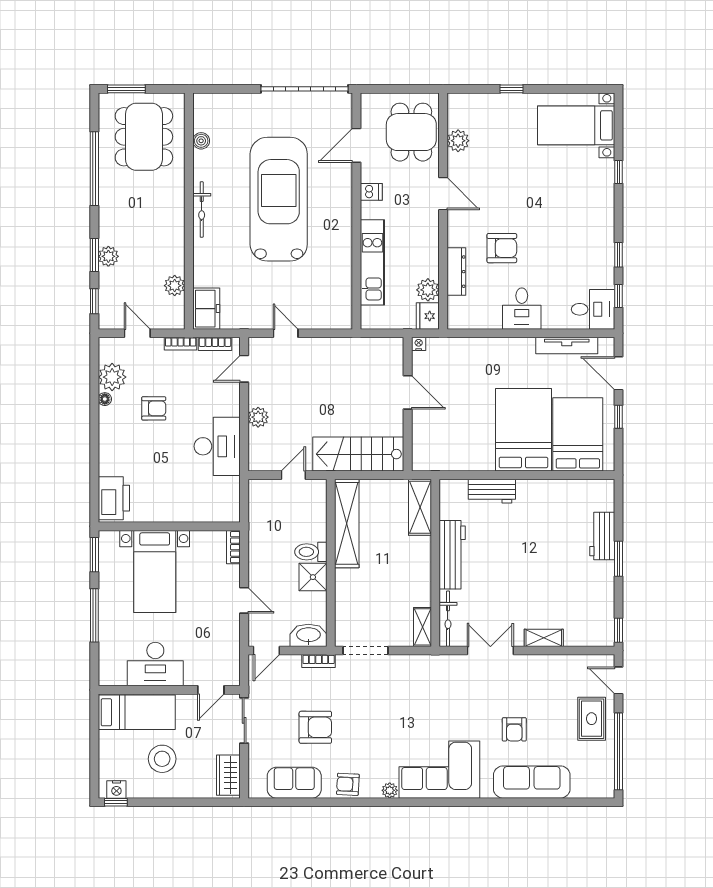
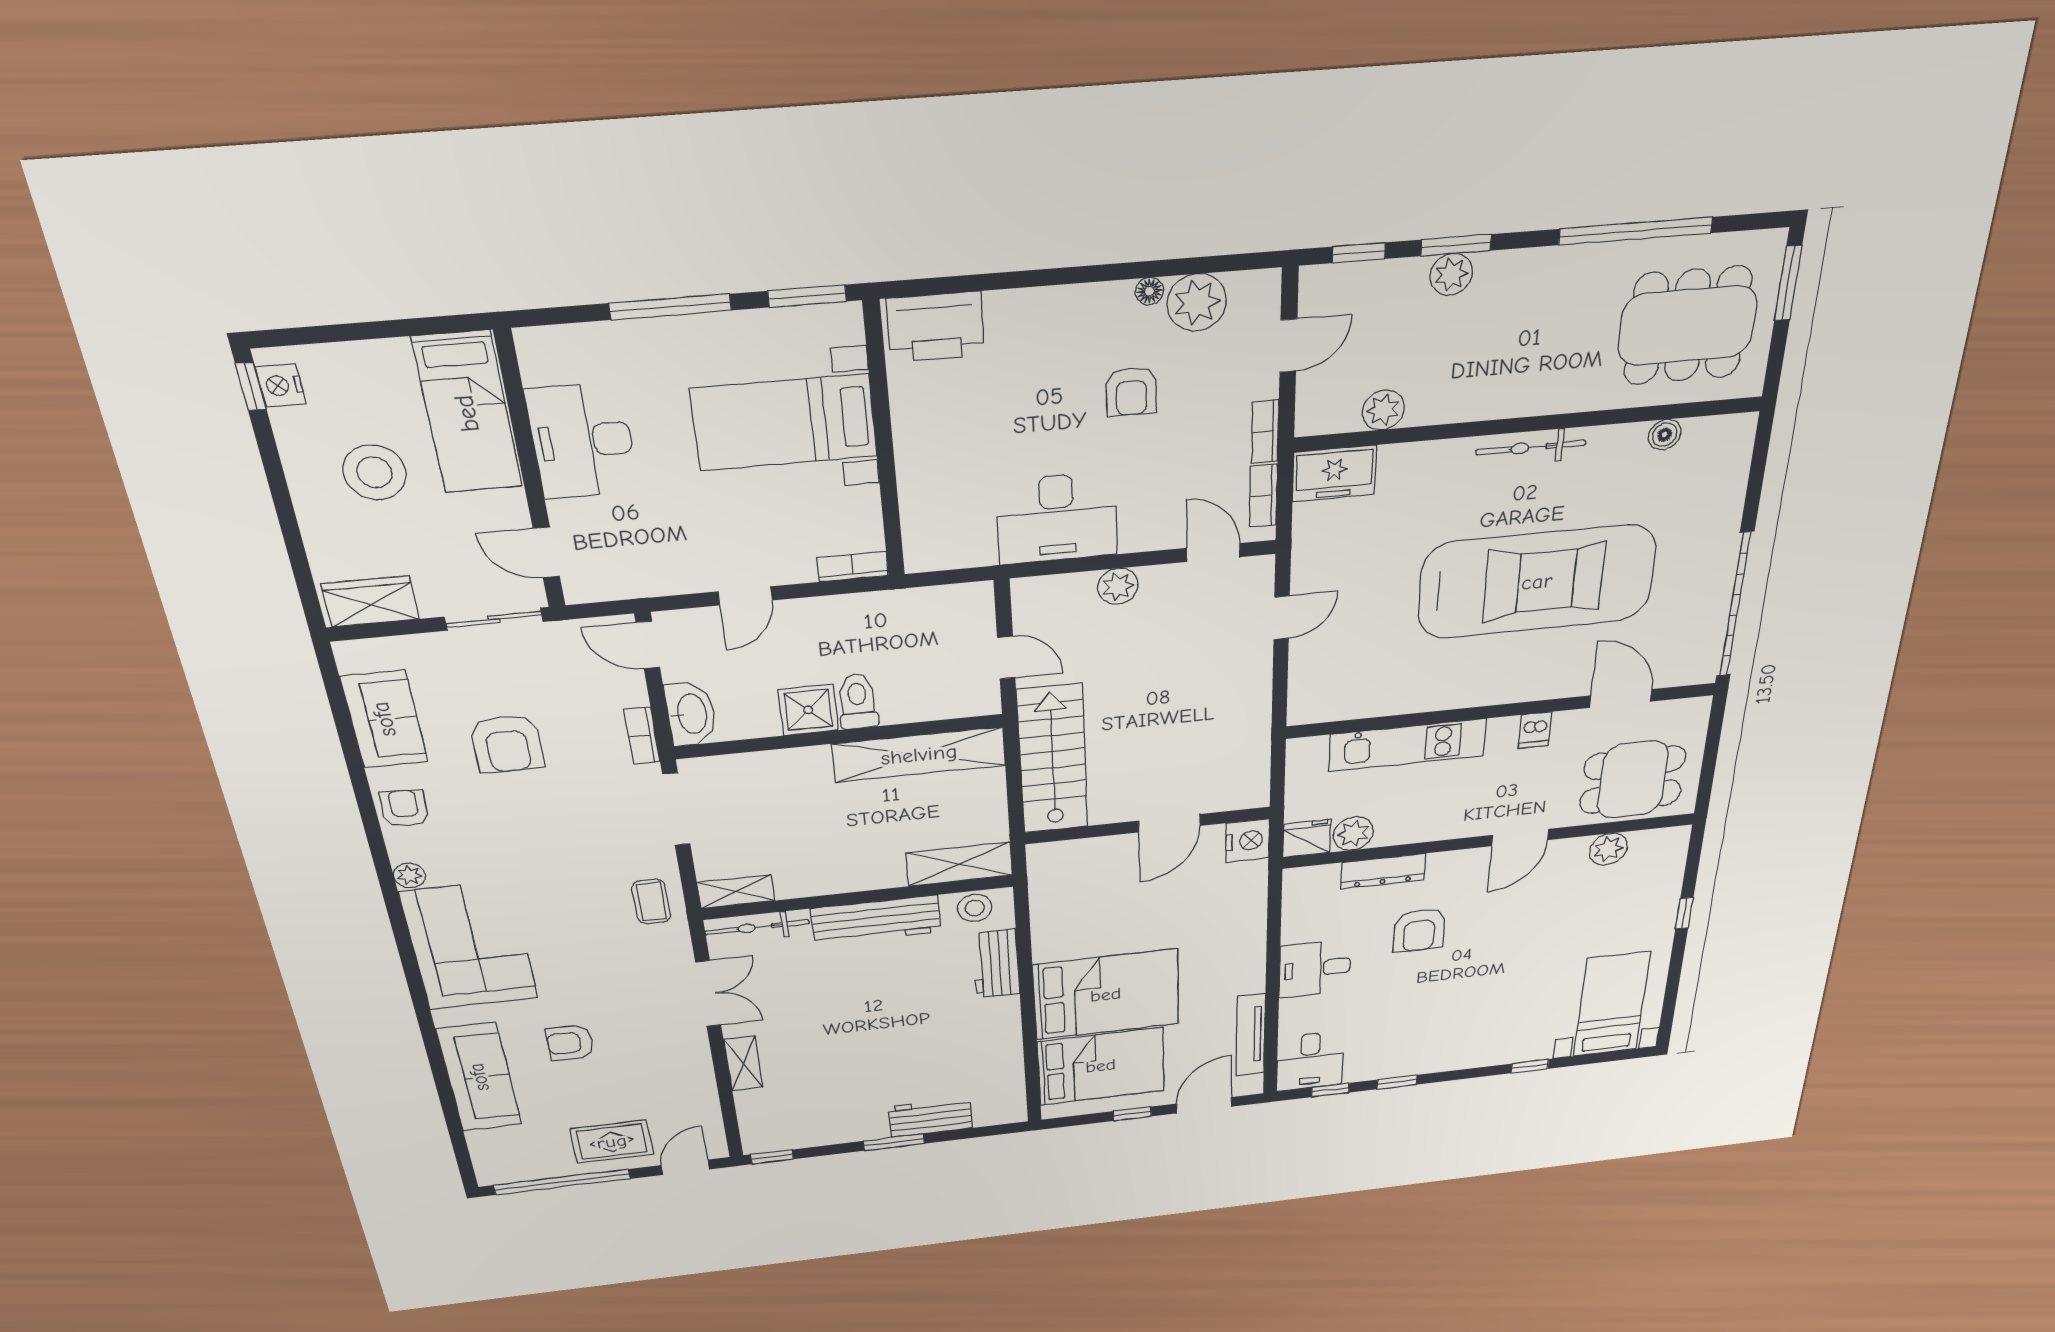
nightstand: (419, 344) -> (1248, 841), width x1.89, depth x1.79
stool: (451, 501) -> (975, 908), added
coffee table: (423, 672) -> (651, 902), added

